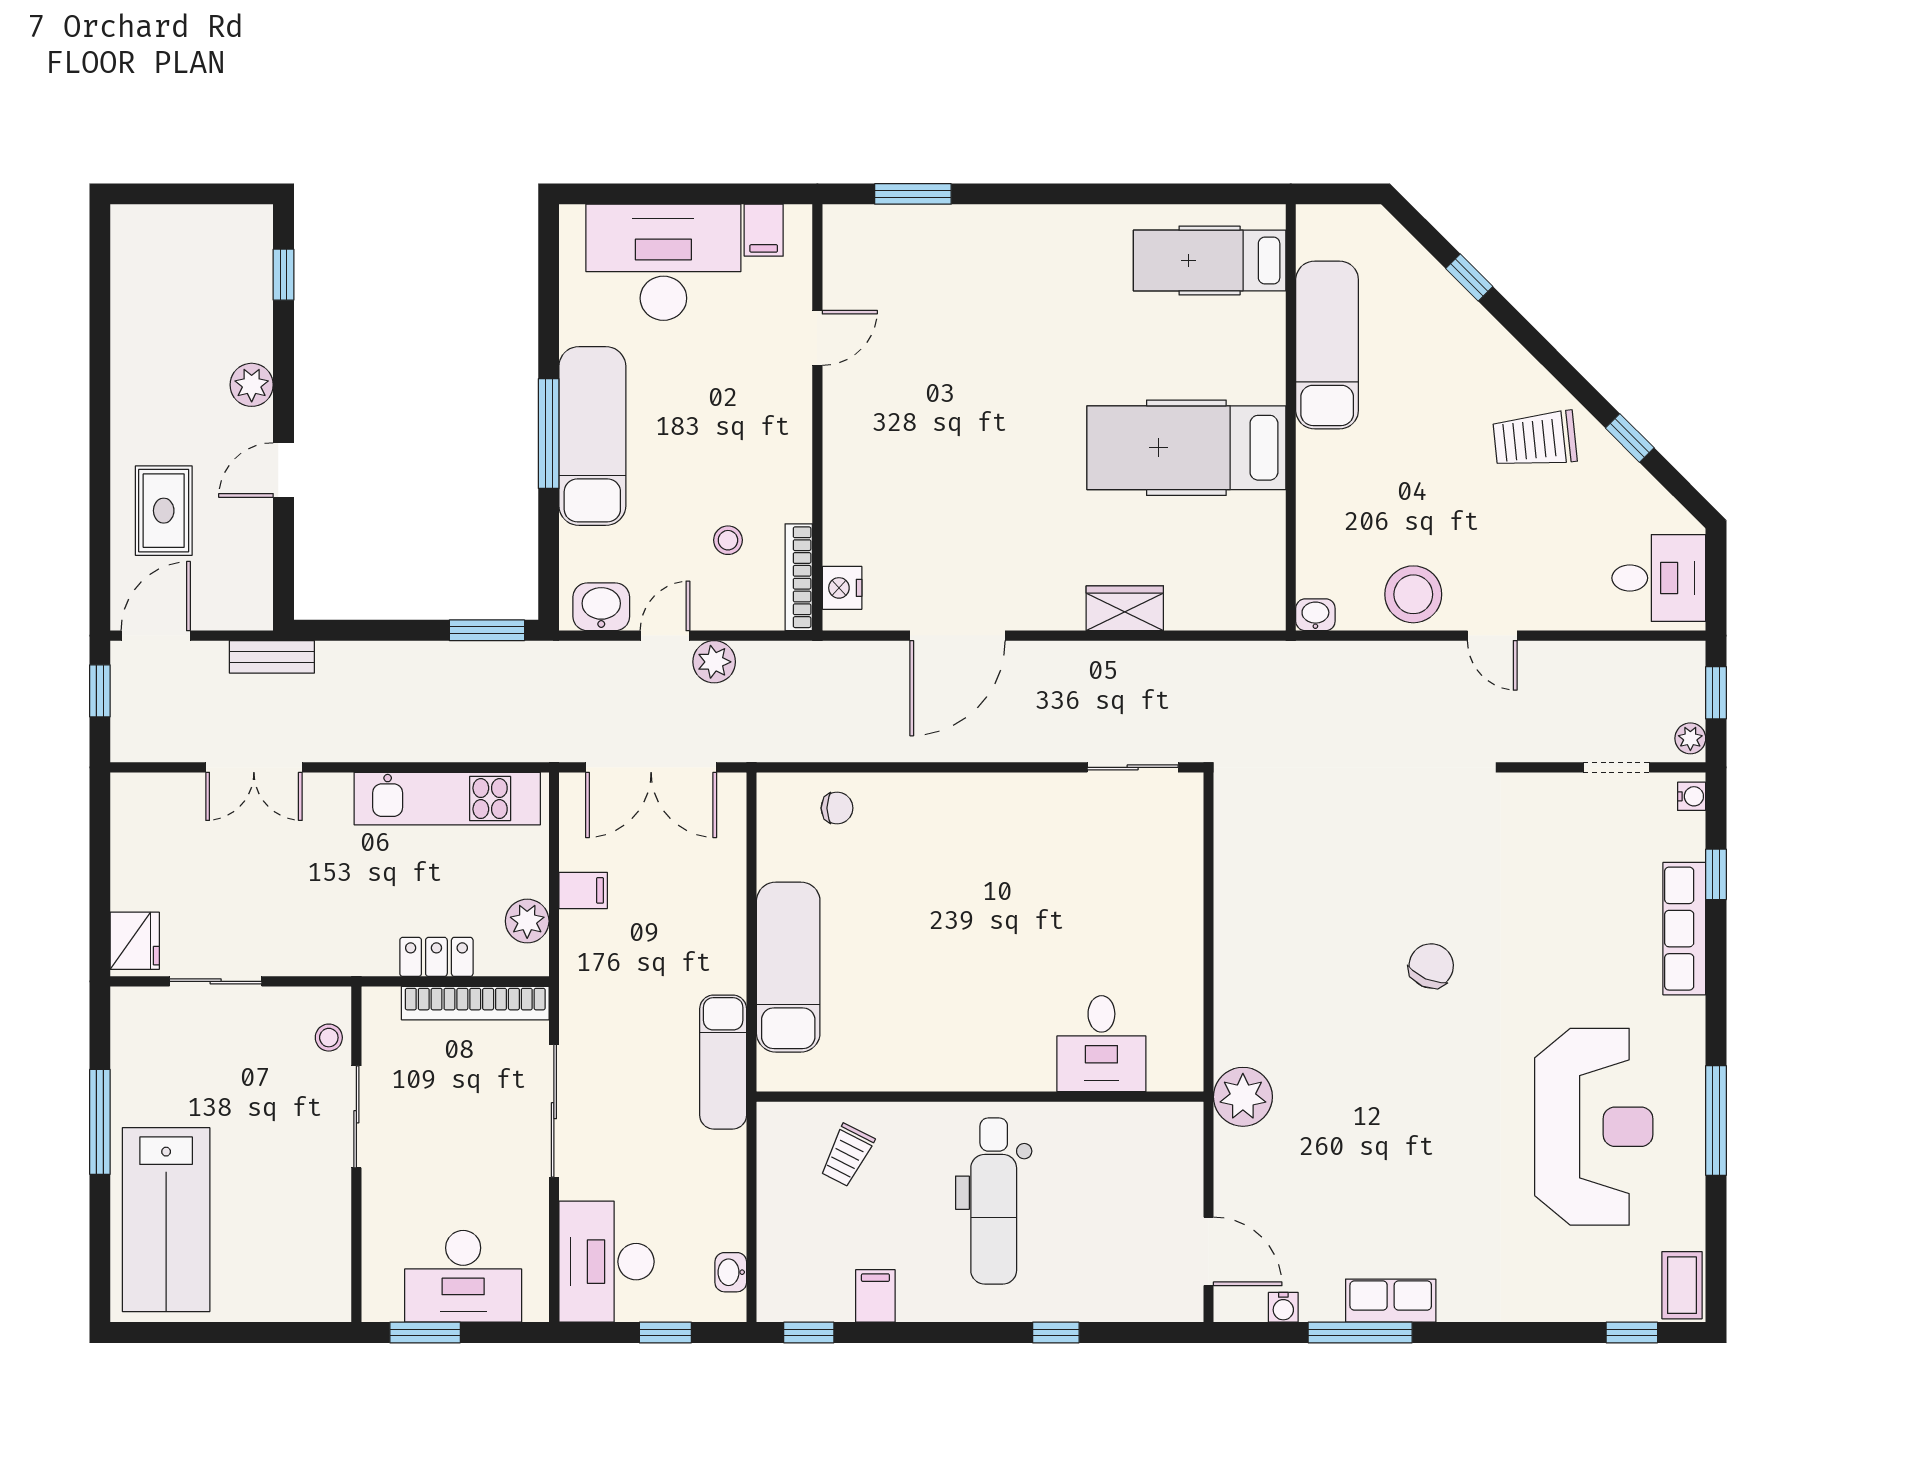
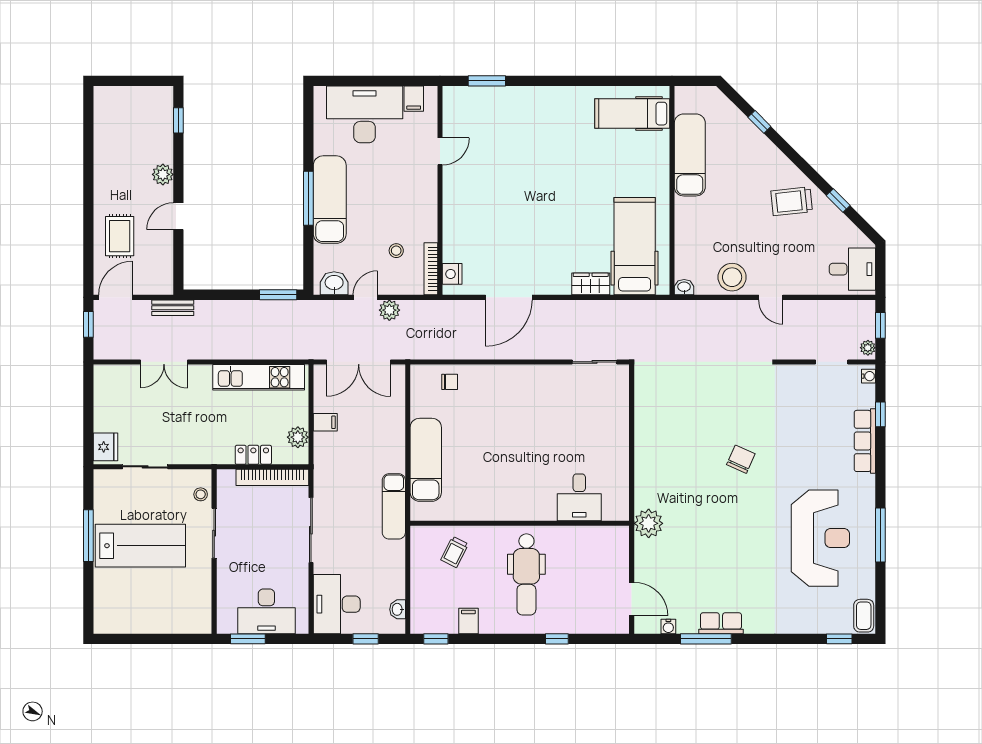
hospital bed: (1186, 448) -> (635, 246), moved, turned 90
lab bench: (166, 1220) -> (140, 546), moved, turned -90

